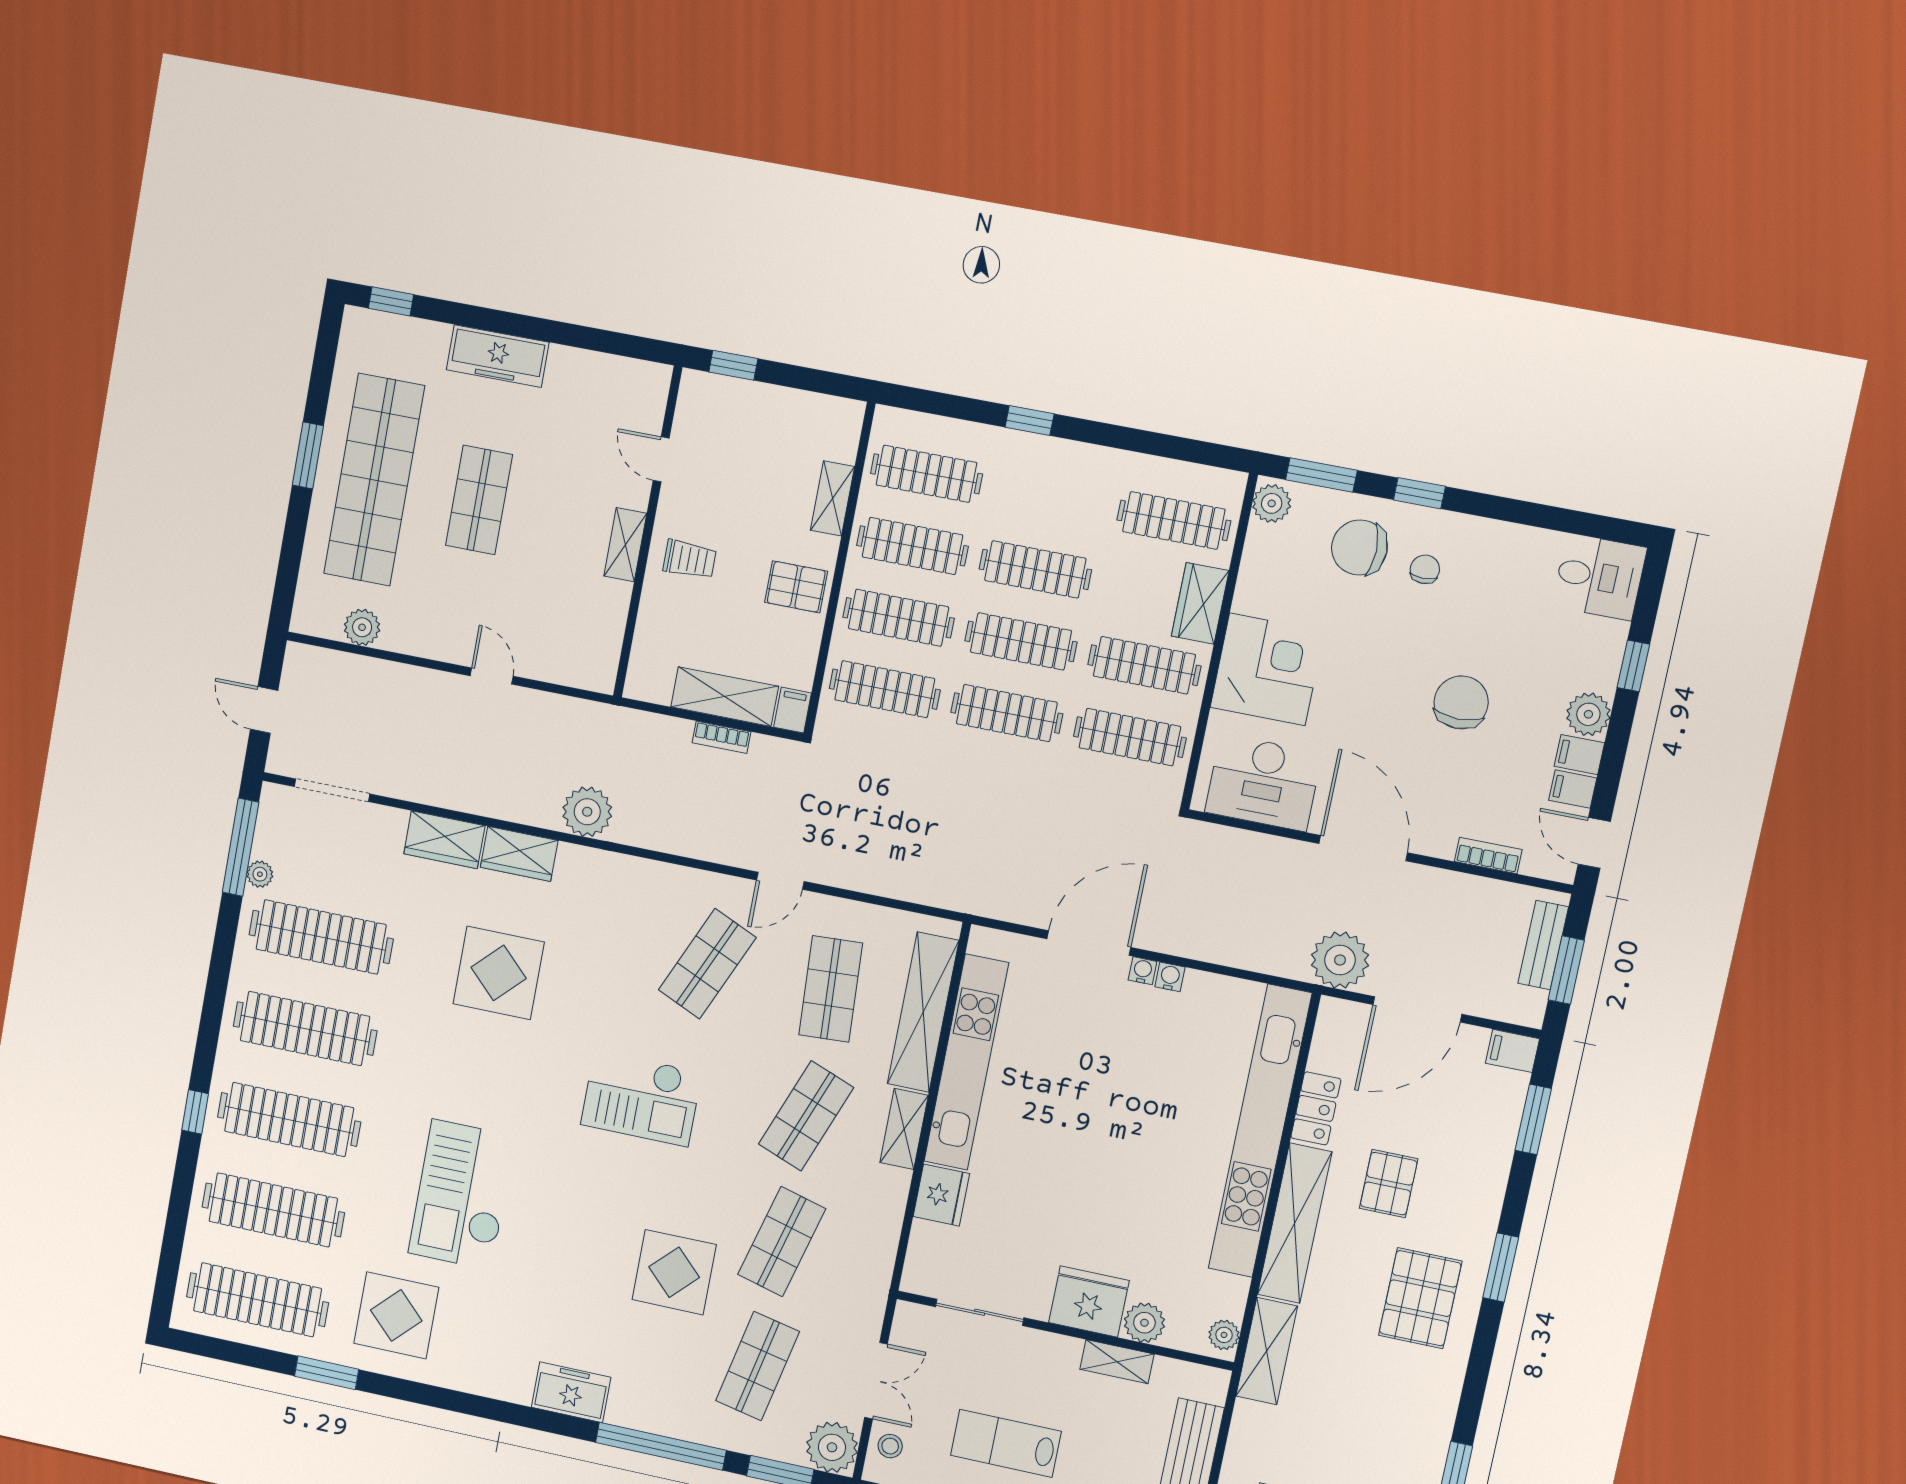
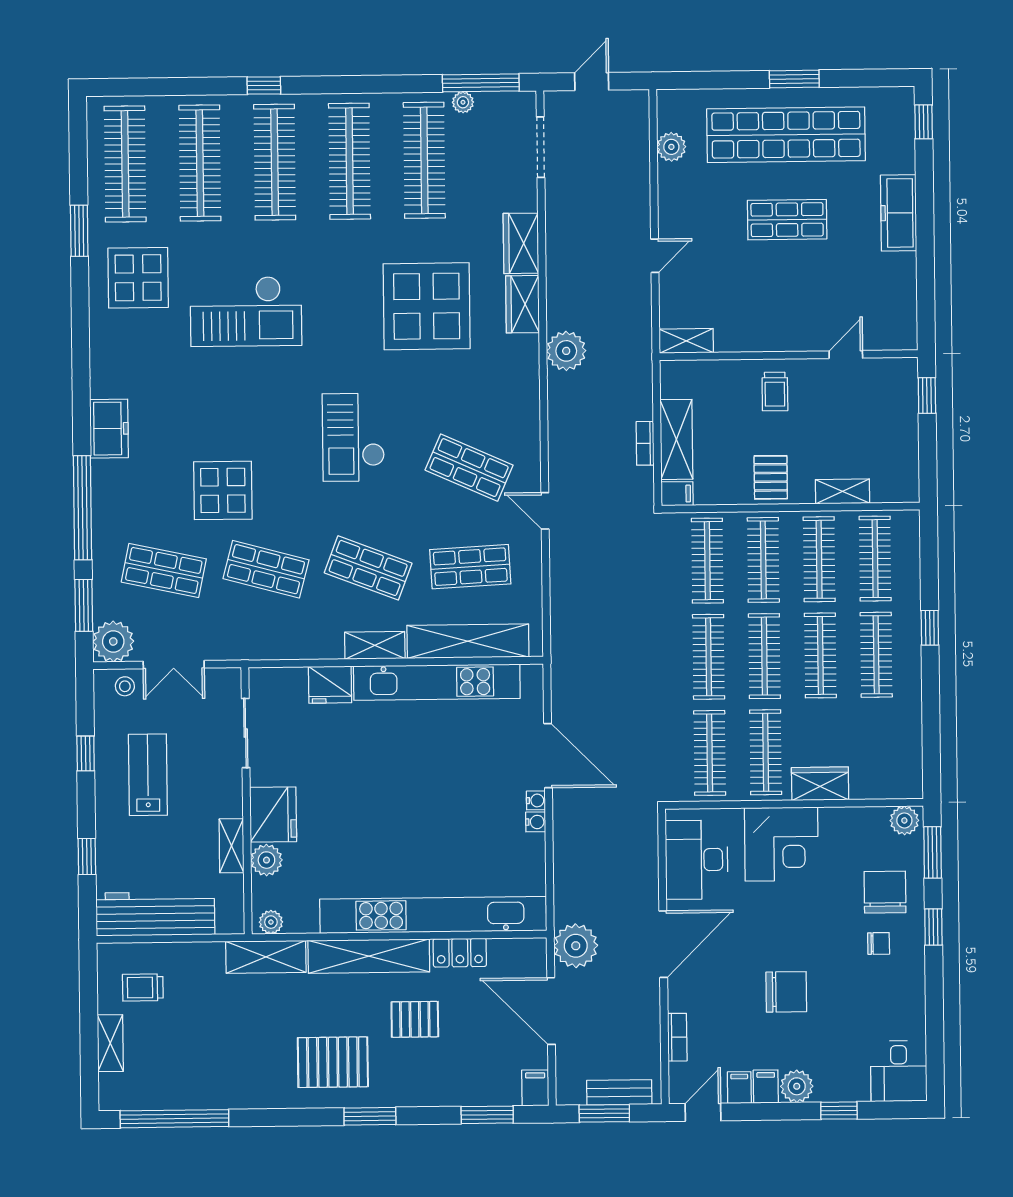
clothes rail: (1174, 520) -> (876, 655), moved
shelving: (625, 545) -> (686, 341), moved
display table: (499, 973) -> (427, 306), width x1.36, depth x1.36
checkout: (462, 1195) -> (246, 311), turned 180

